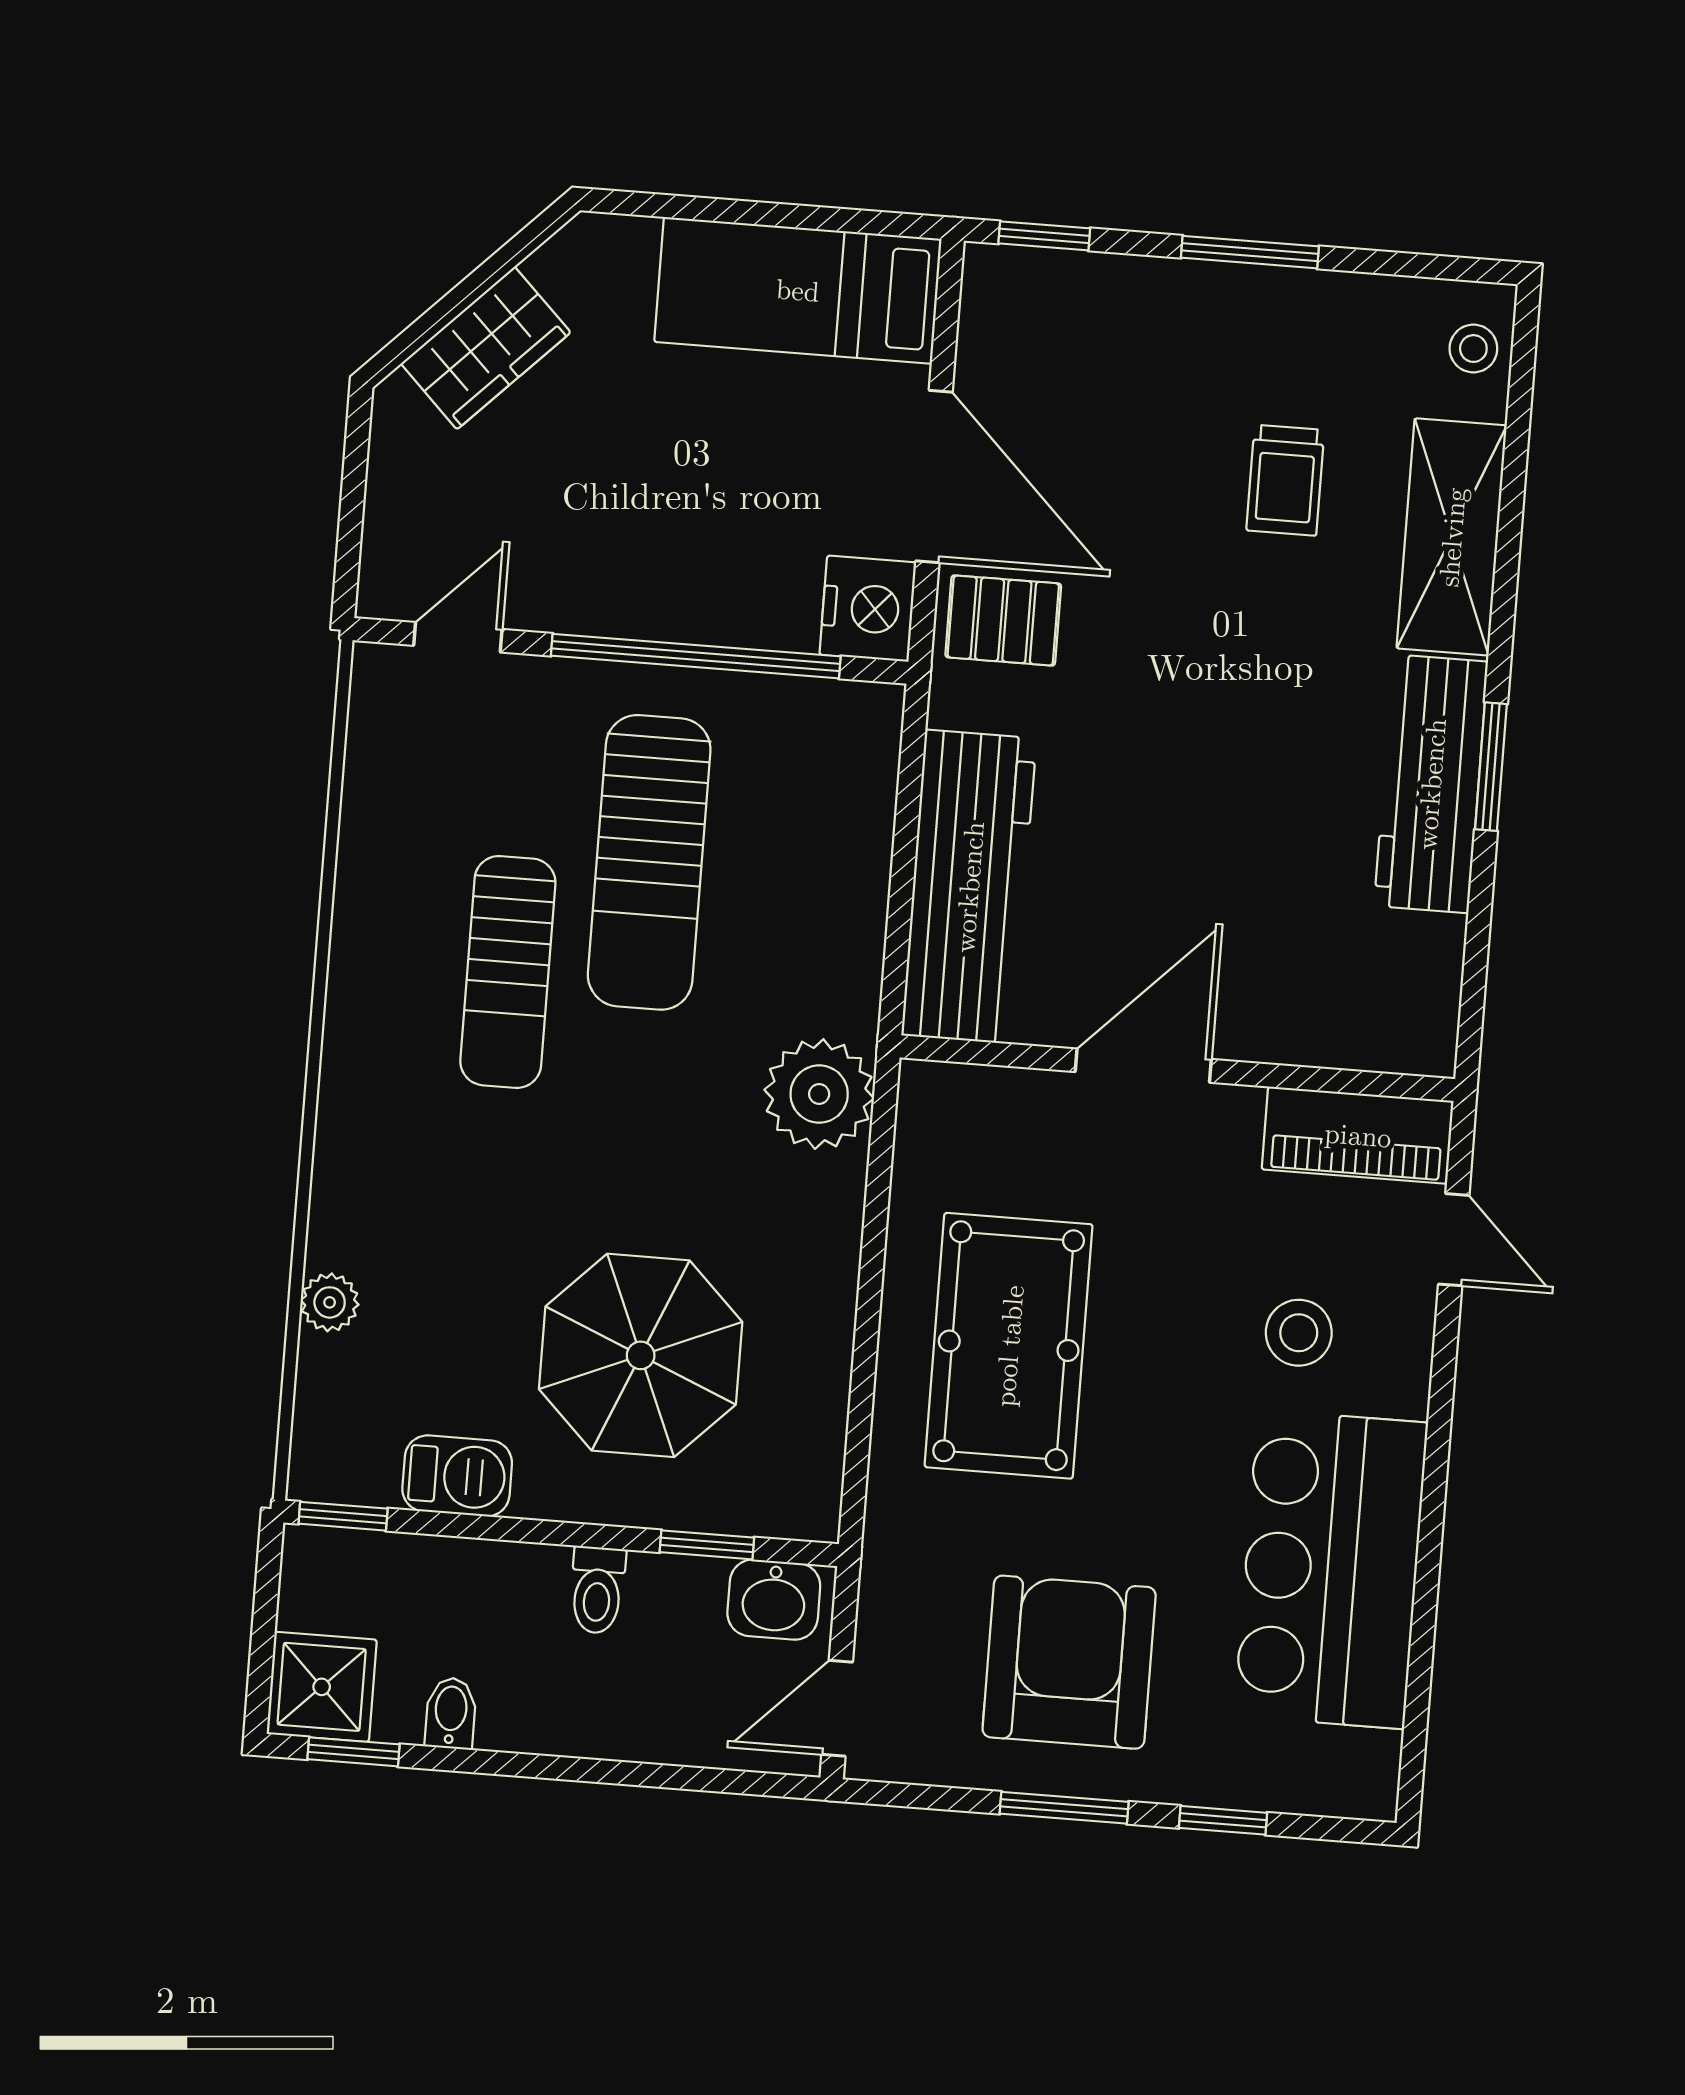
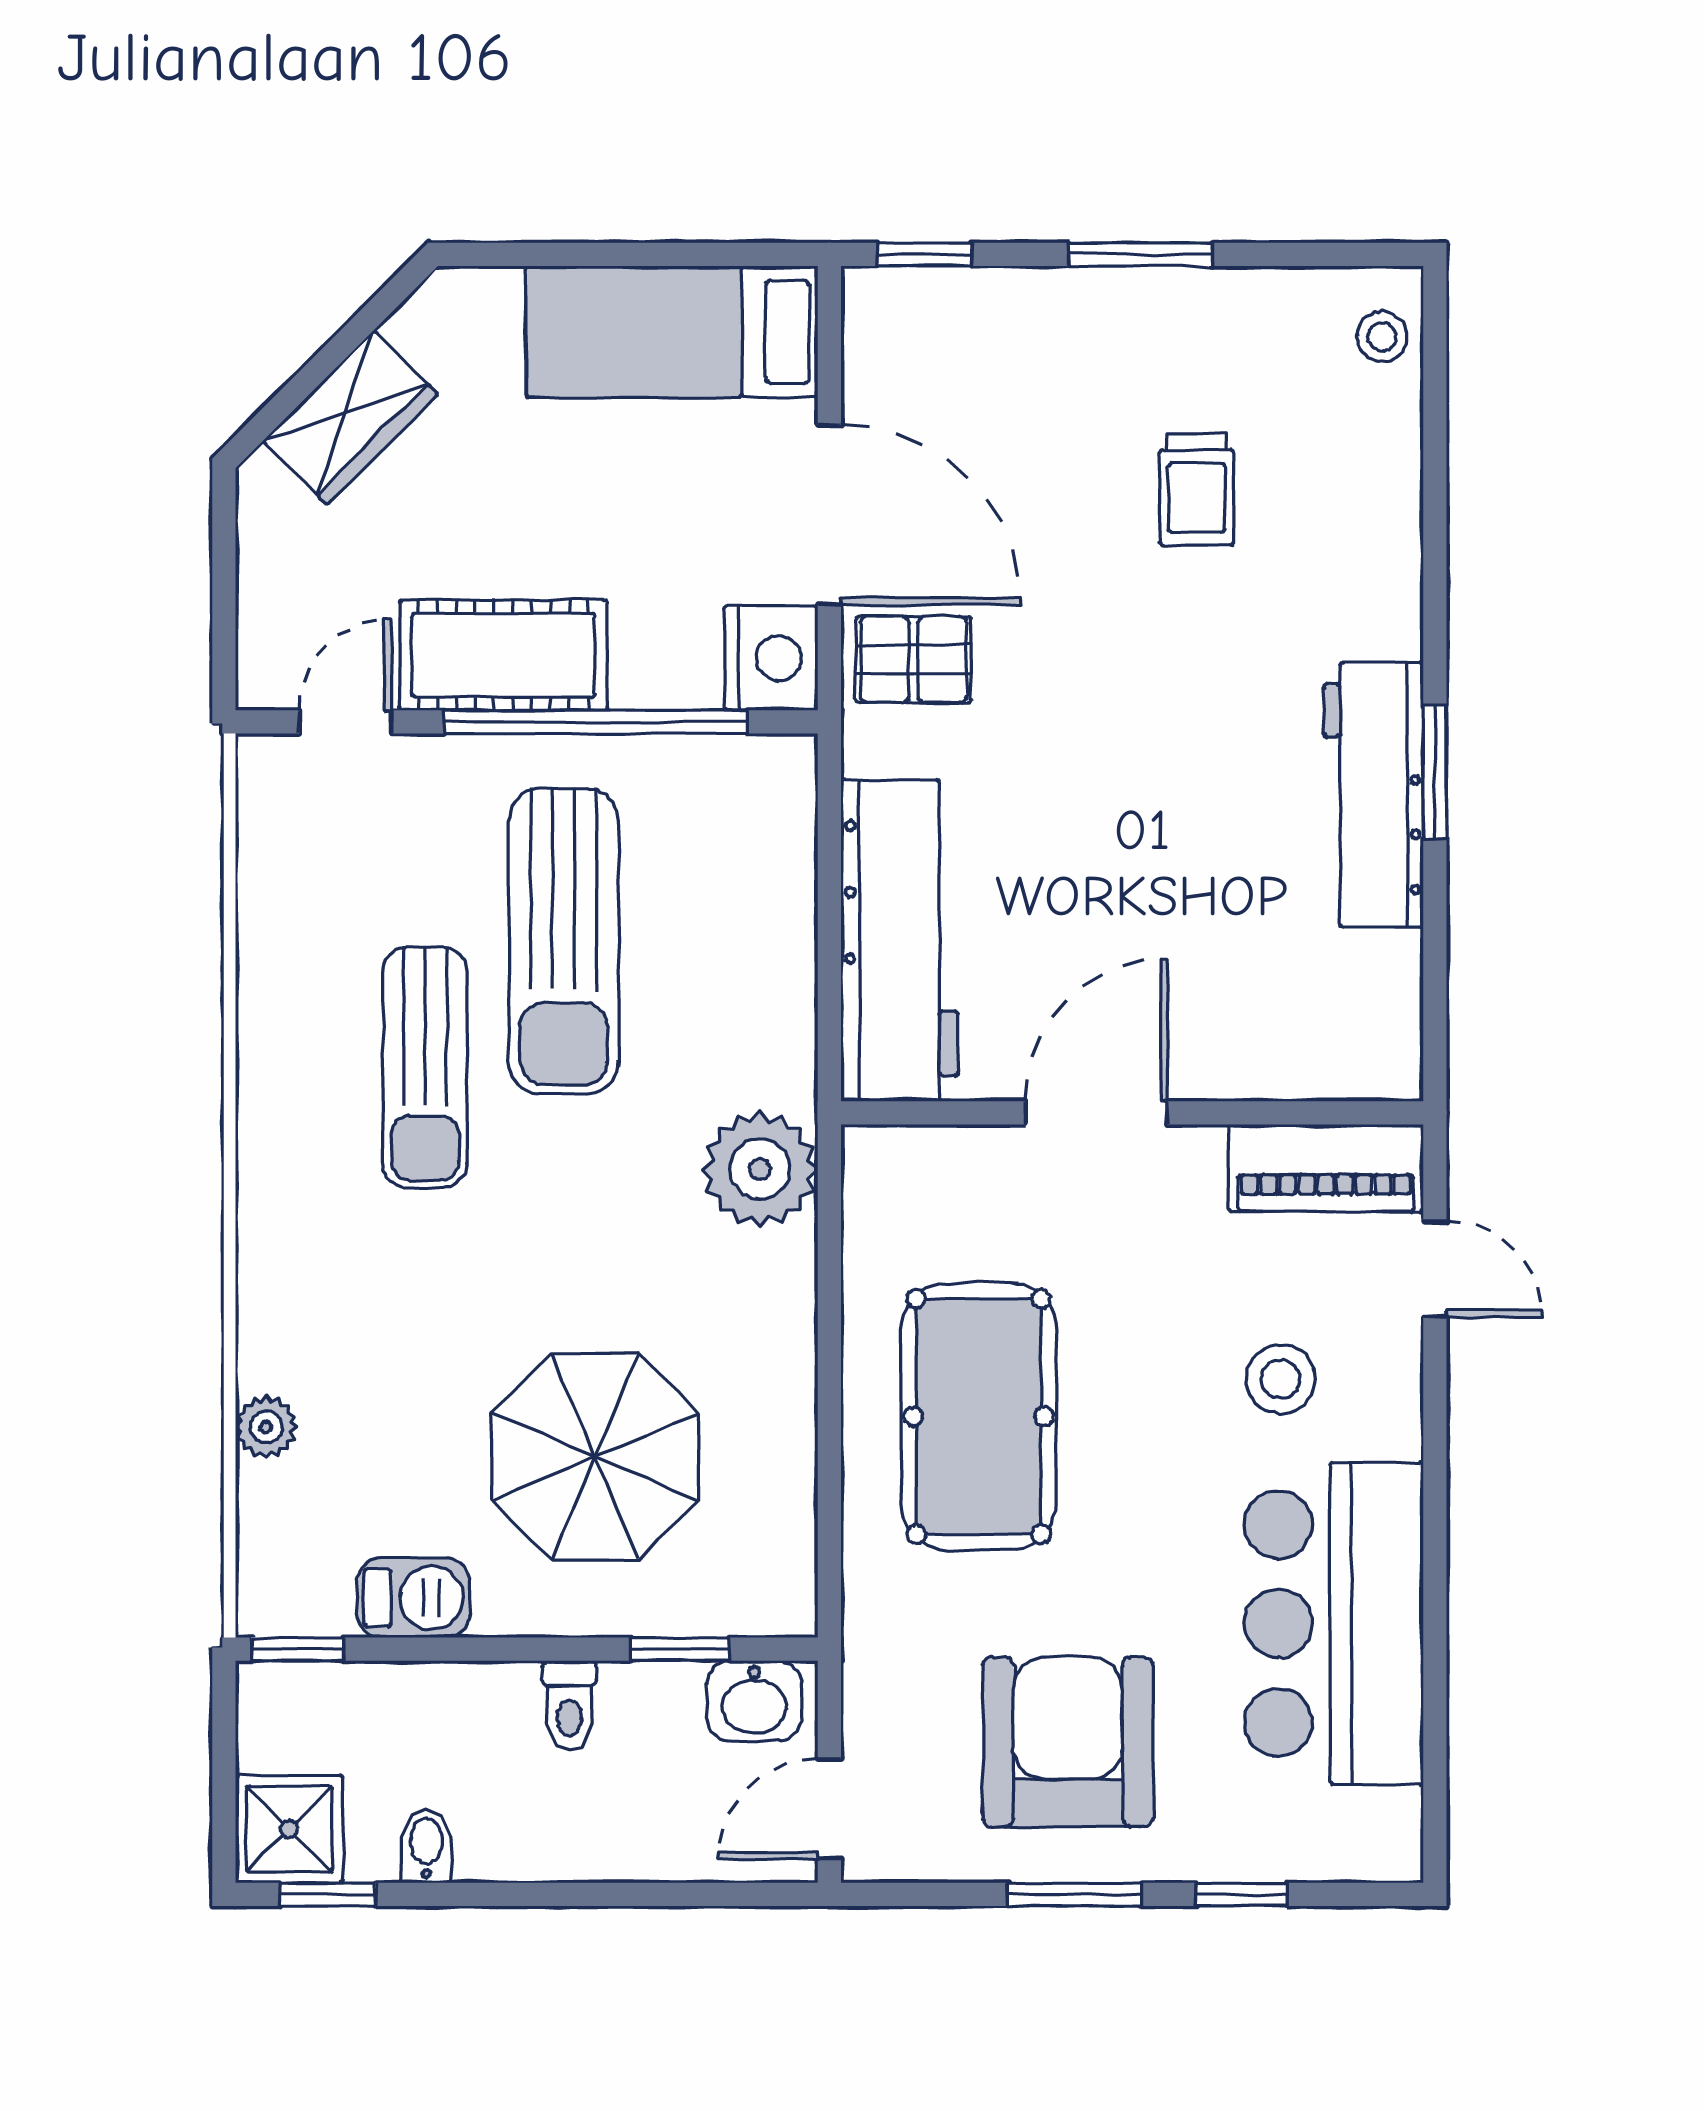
shelving: (1452, 537) -> (1375, 535), removed
cot: (613, 586) -> (503, 655), added

